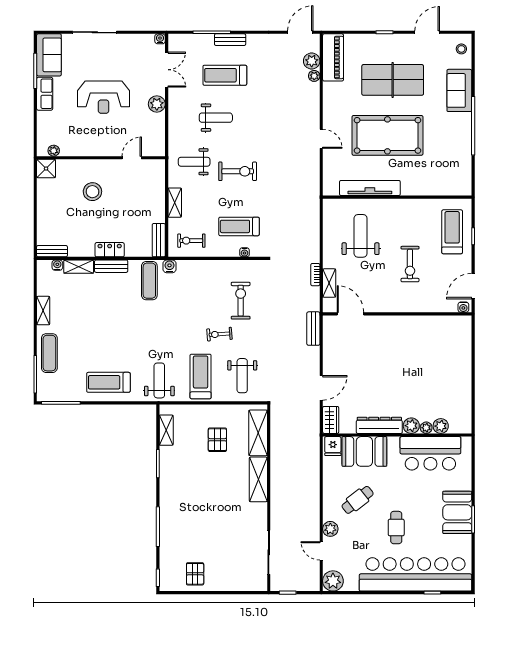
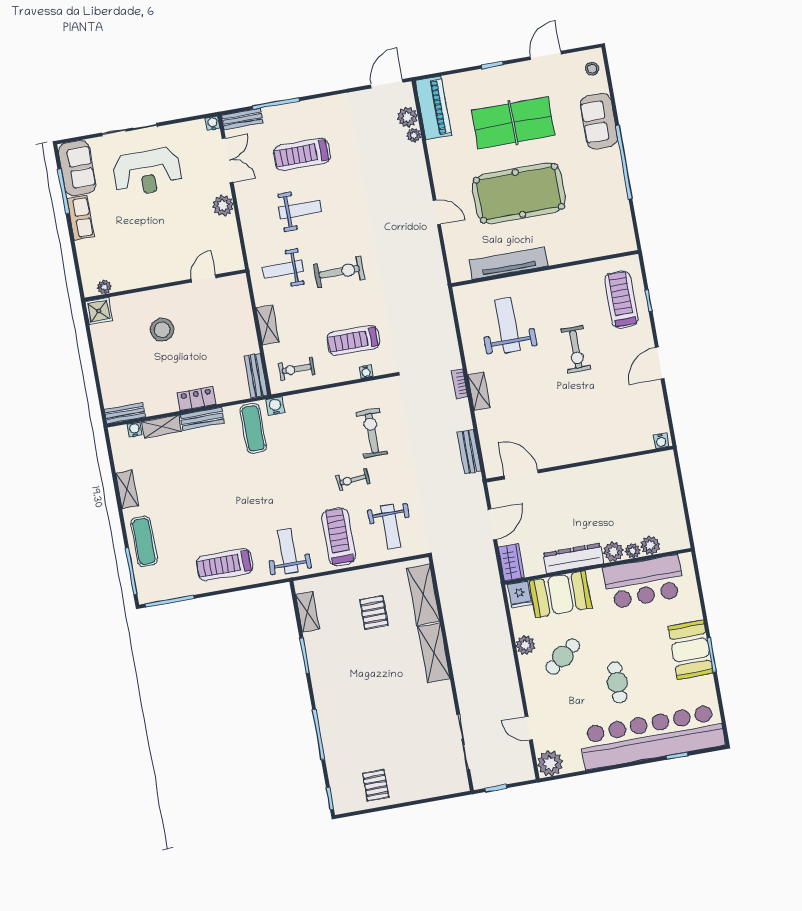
bench: (230, 40) -> (242, 119), moved
reception desk: (104, 97) -> (147, 172), moved
water cooler: (463, 307) -> (661, 441), moved
door: (350, 314) -> (521, 474), moved
wall: (397, 314) -> (580, 464), moved
plant: (330, 529) -> (526, 645), moved

